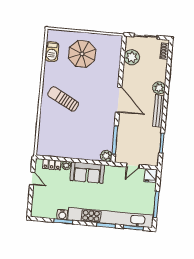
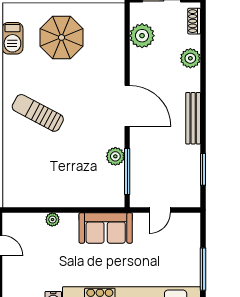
plant: (159, 88) -> (190, 58), moved
plant: (106, 156) -> (115, 156), moved
locker: (52, 165) -> (29, 220), removed
sofa: (87, 173) -> (106, 228), moved
fridge: (150, 176) -> (189, 223), removed

